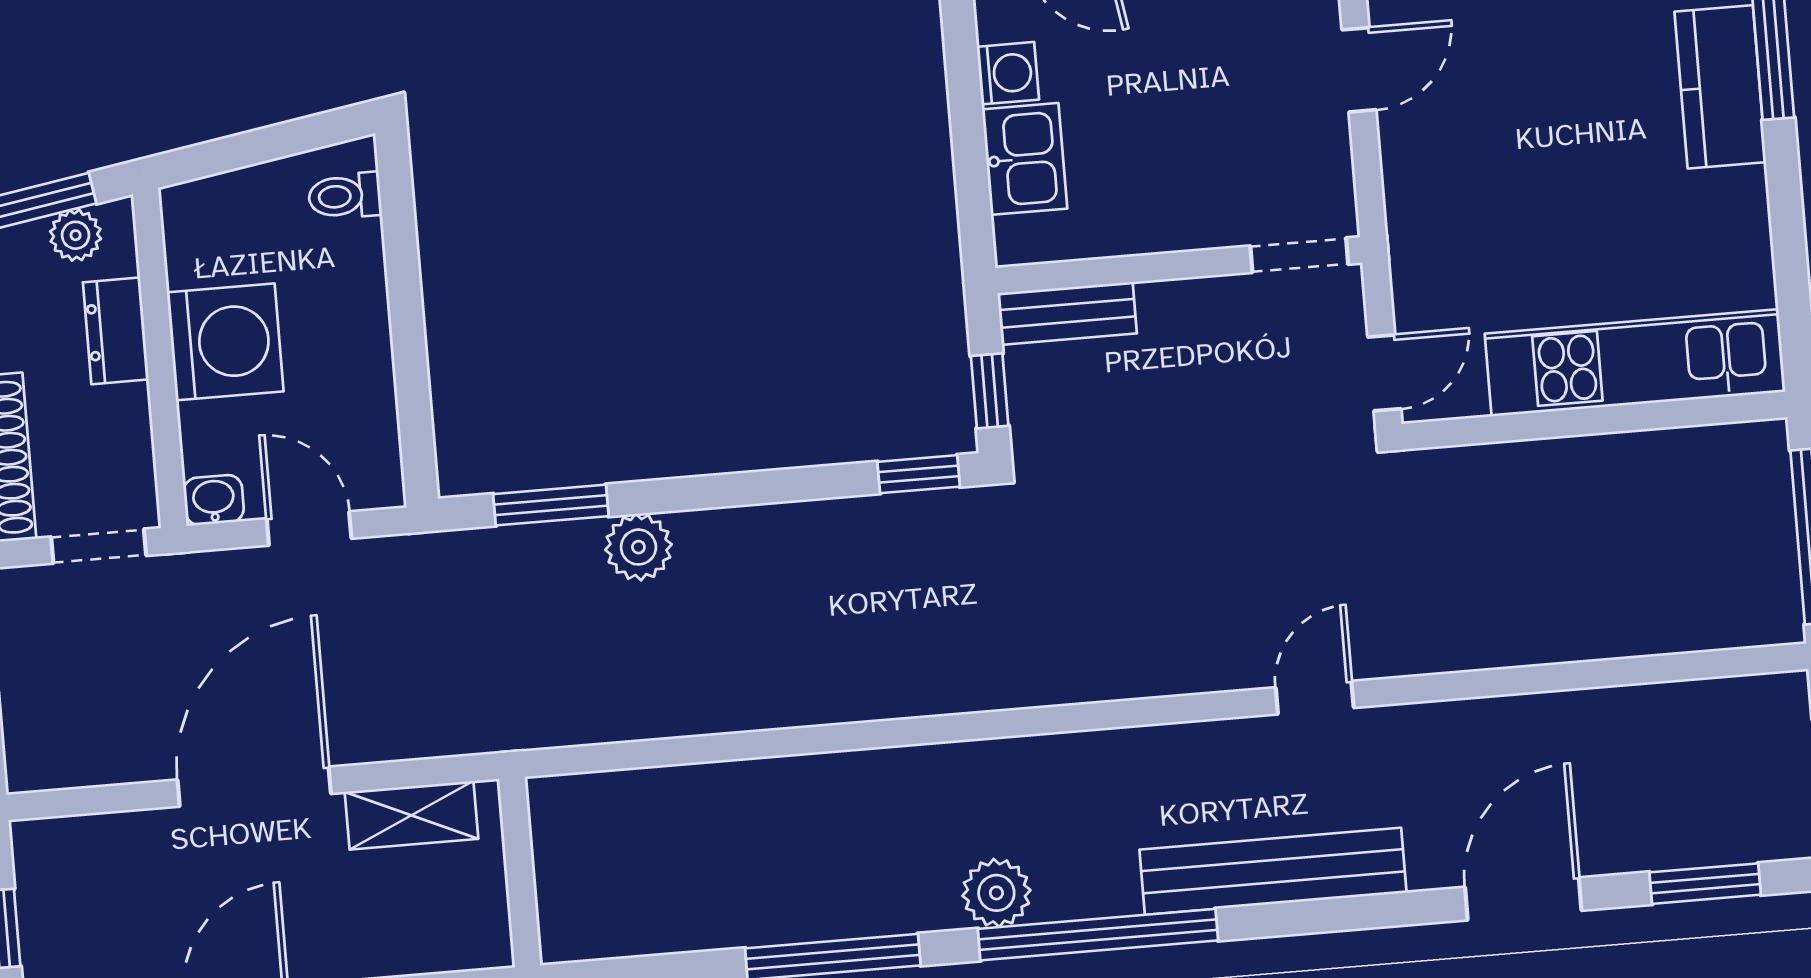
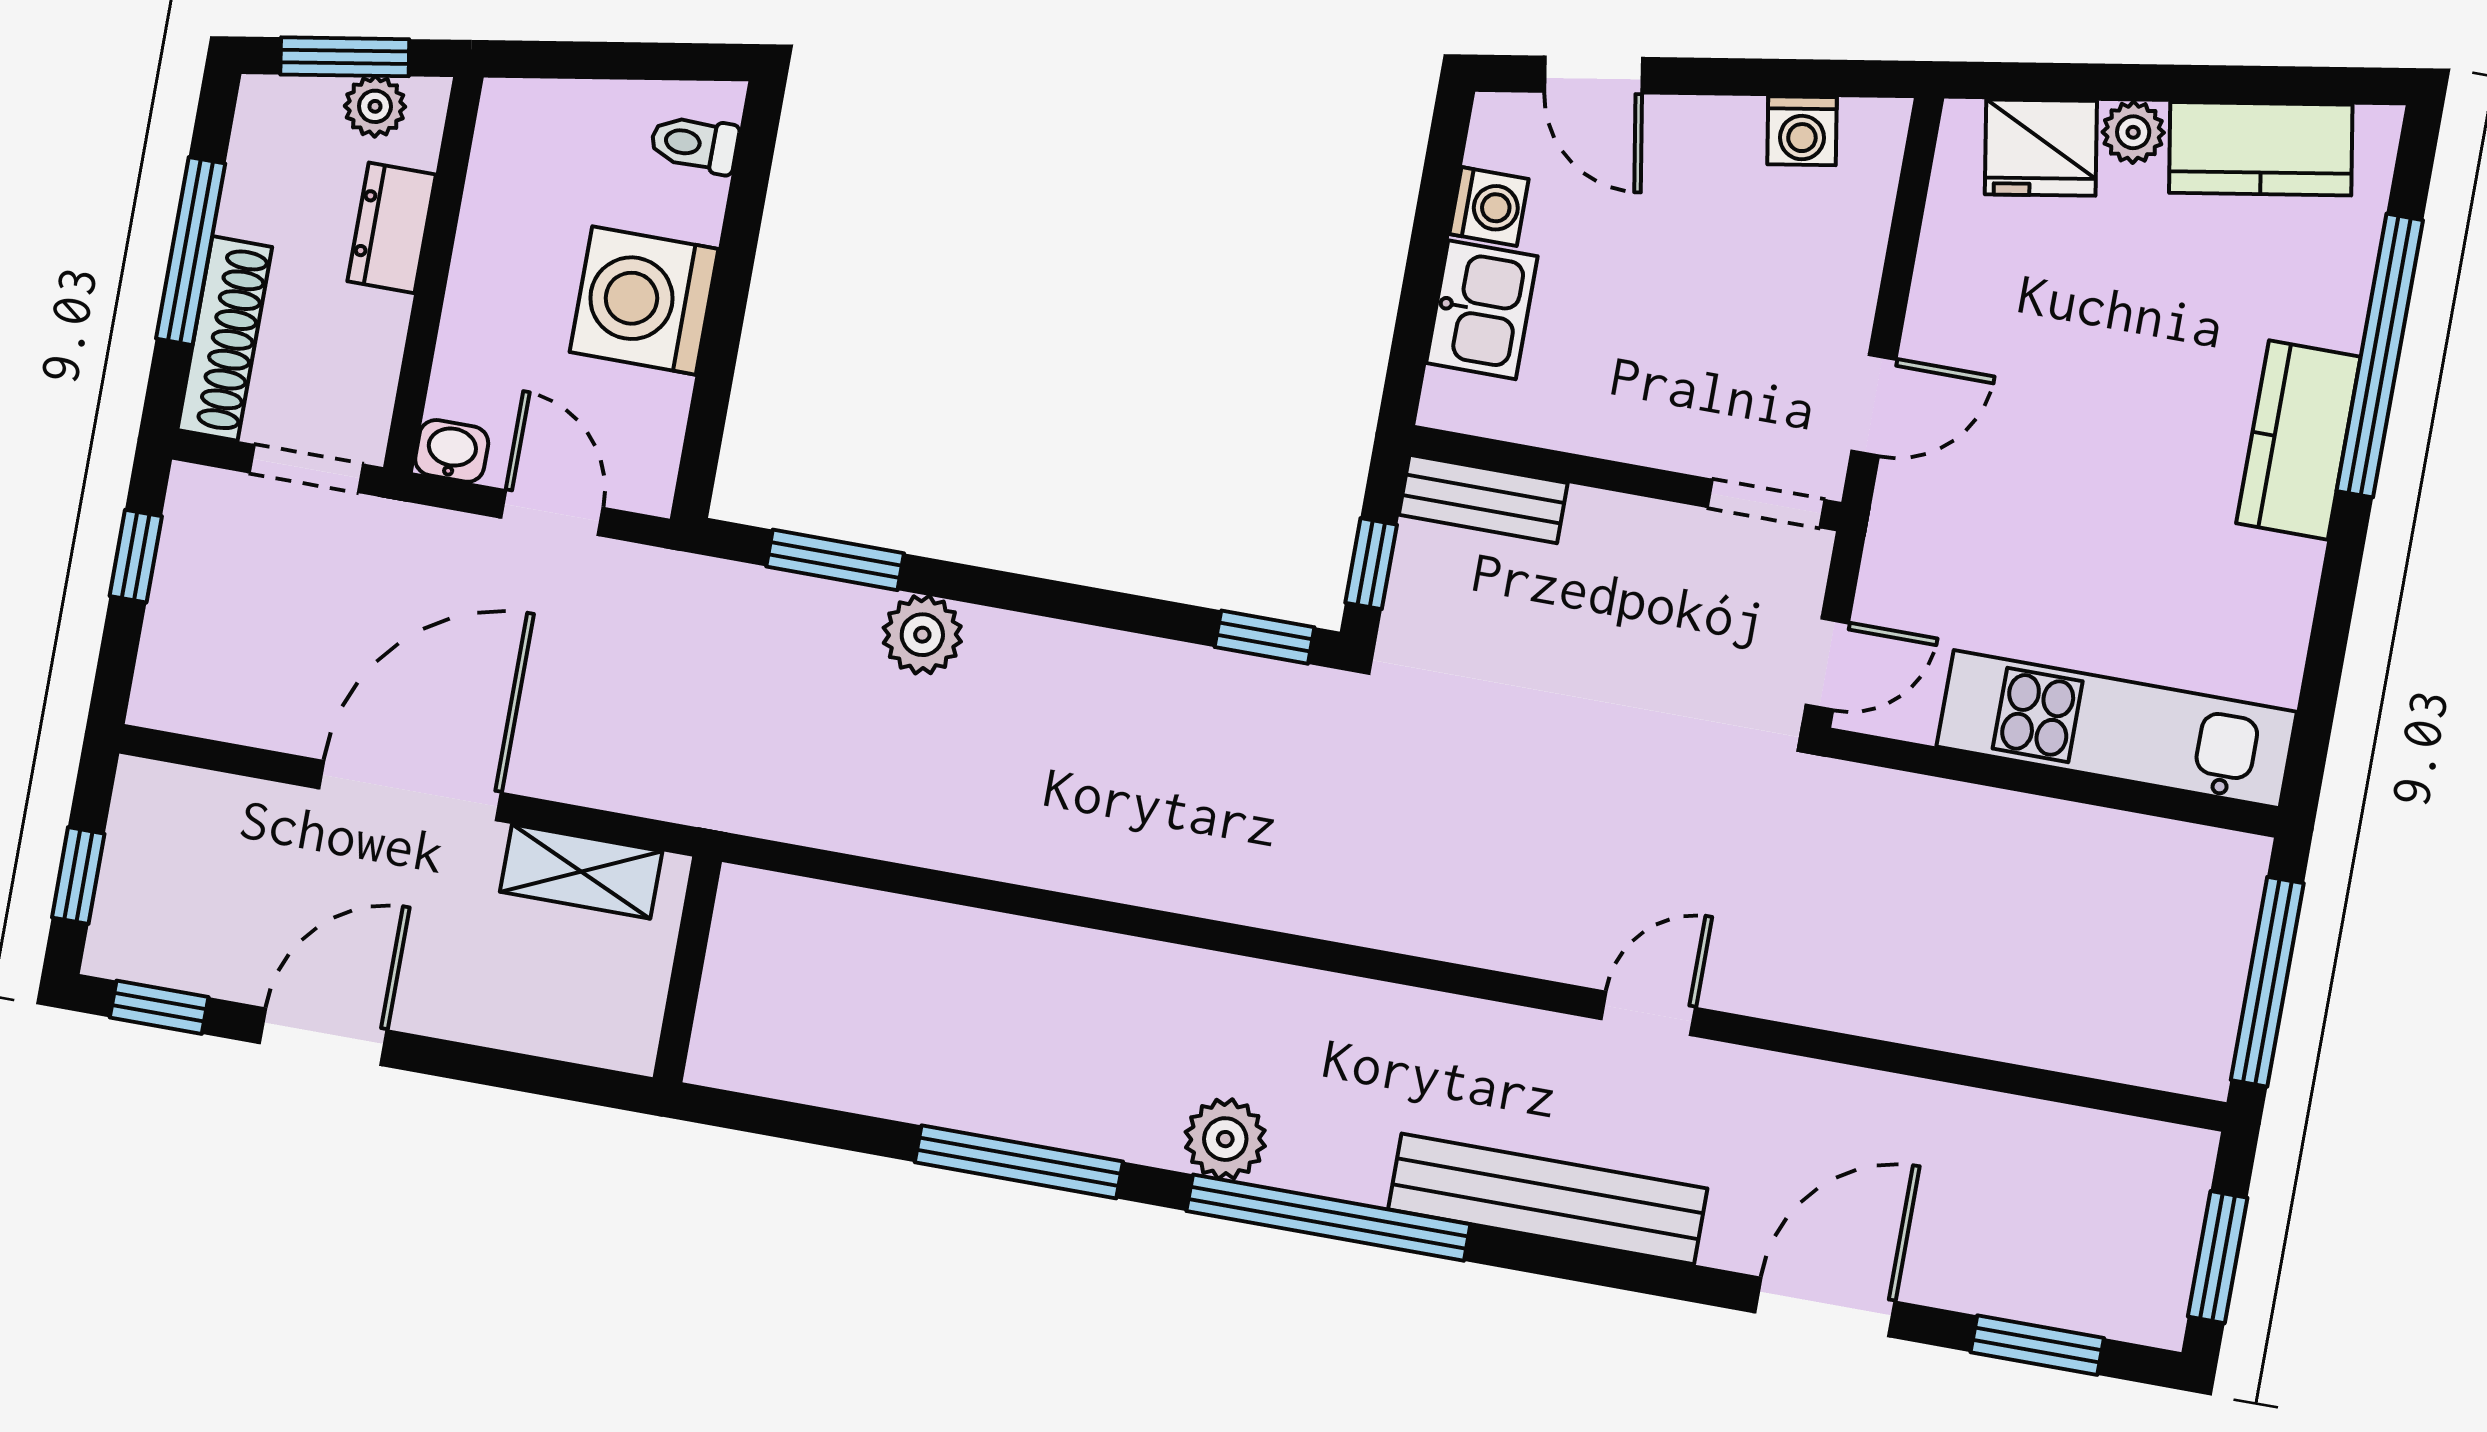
door: (1359, 70) -> (1874, 405), moved
washing machine: (225, 342) -> (644, 300), moved, turned 180

